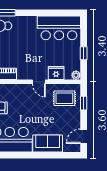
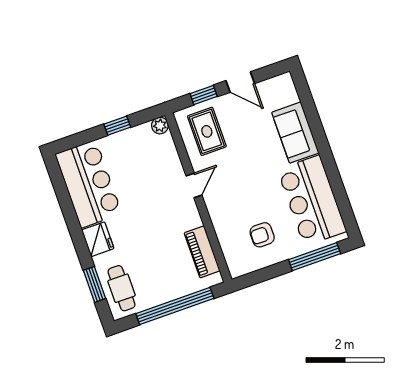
fridge: (56, 73) -> (98, 239), moved, turned 180
door: (84, 136) -> (240, 82), moved

